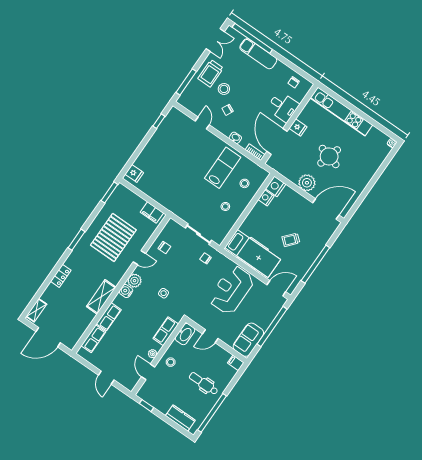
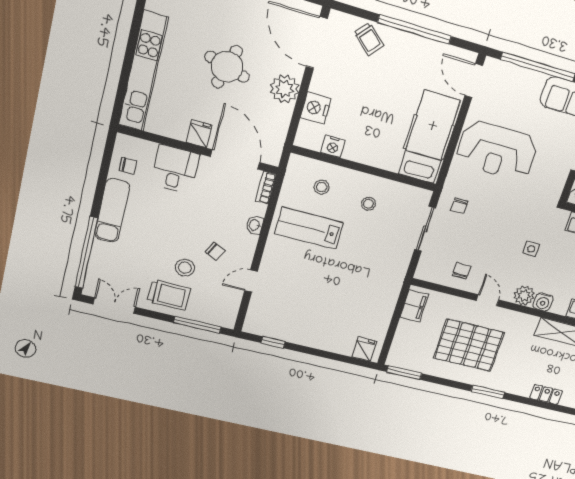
exam couch: (258, 54) -> (112, 210), moved
door: (277, 141) -> (235, 160), swing flipped
nightstand: (276, 186) -> (316, 108), moved, turned 90
trolley: (291, 240) -> (369, 39), moved

